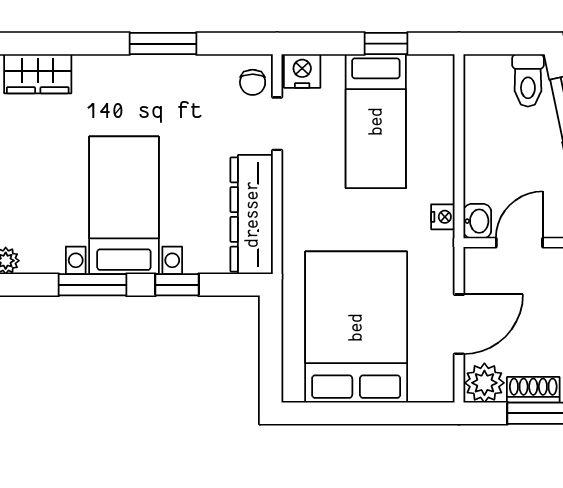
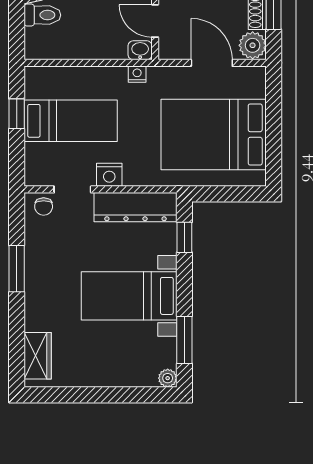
nightstand: (302, 71) -> (109, 175), moved, turned -90
chair: (253, 82) -> (44, 206), turned 90
window: (92, 285) -> (184, 340), moved
window: (177, 285) -> (184, 237), moved

